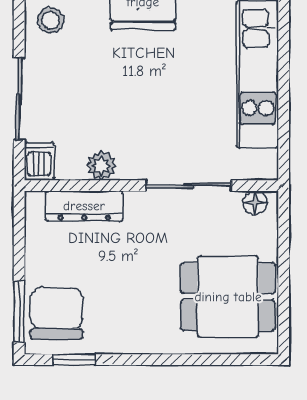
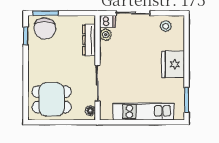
plant: (101, 166) -> (106, 35), moved
dining table: (228, 297) -> (52, 99), turned 90
chair: (57, 313) -> (45, 29), turned 90

